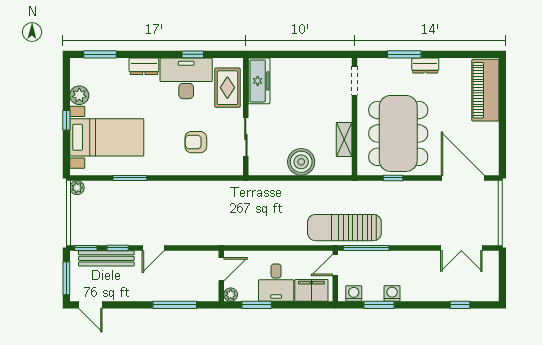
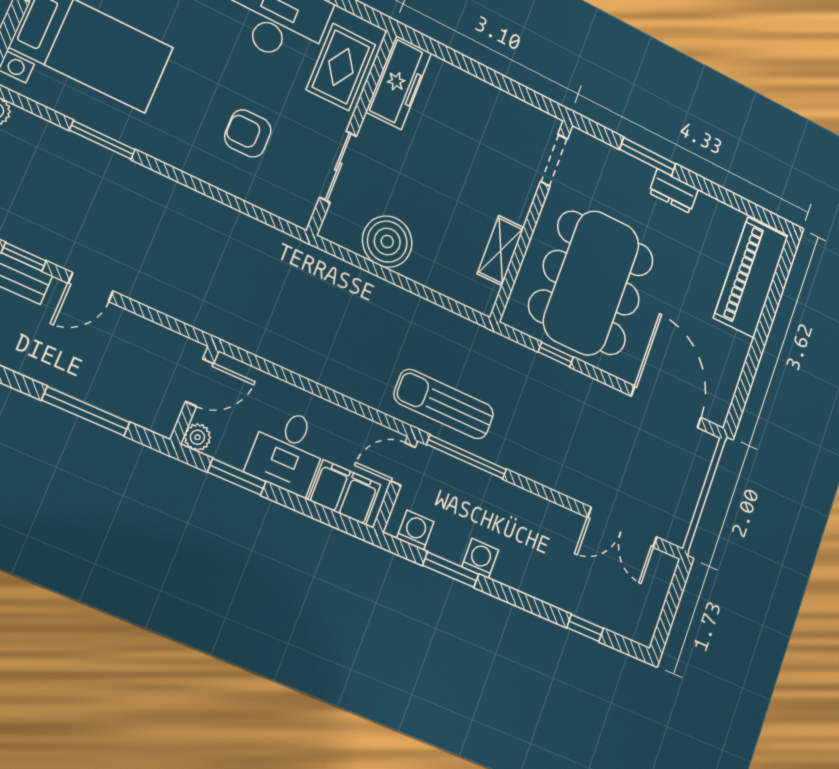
boiler: (301, 162) -> (387, 242), moved
sun lounger: (344, 228) -> (444, 404), width x0.73, depth x0.75

